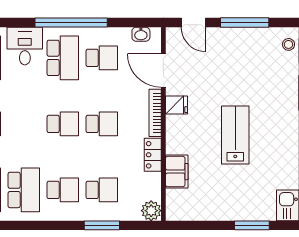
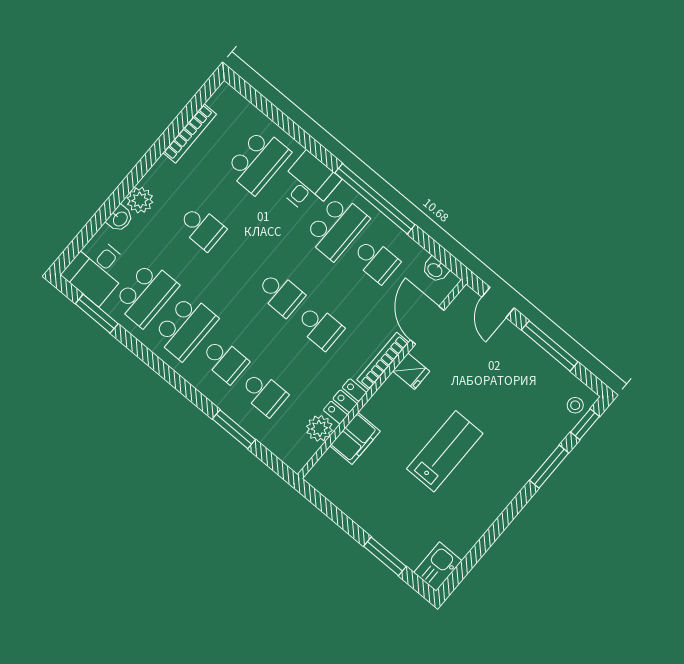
plant: (151, 211) -> (319, 428), moved

